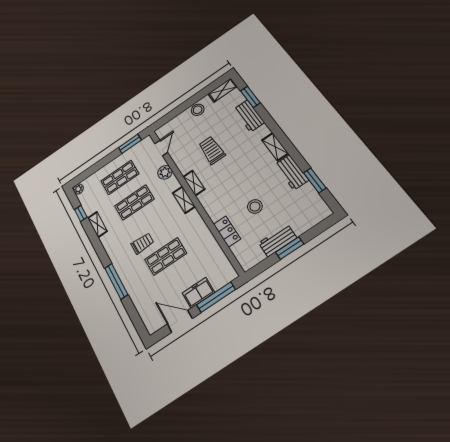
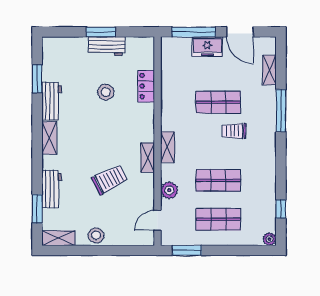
trolley: (212, 150) -> (110, 180), turned -117
shelving: (97, 225) -> (269, 70), moved

